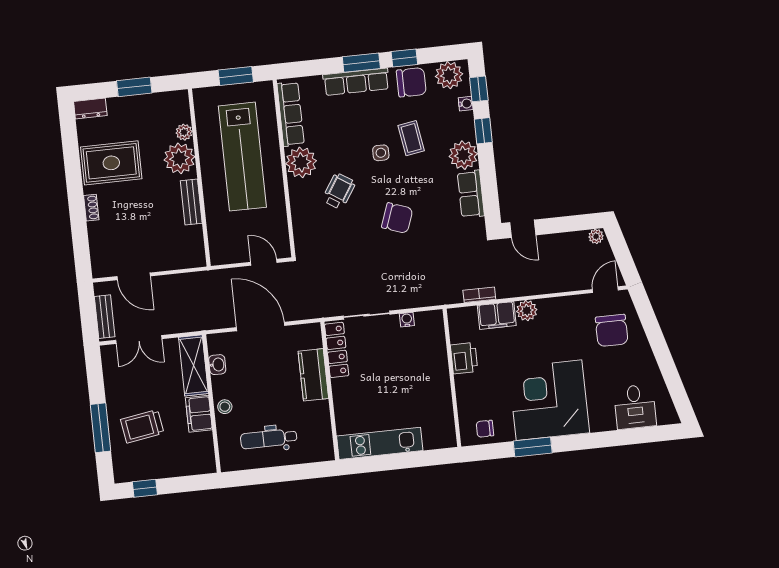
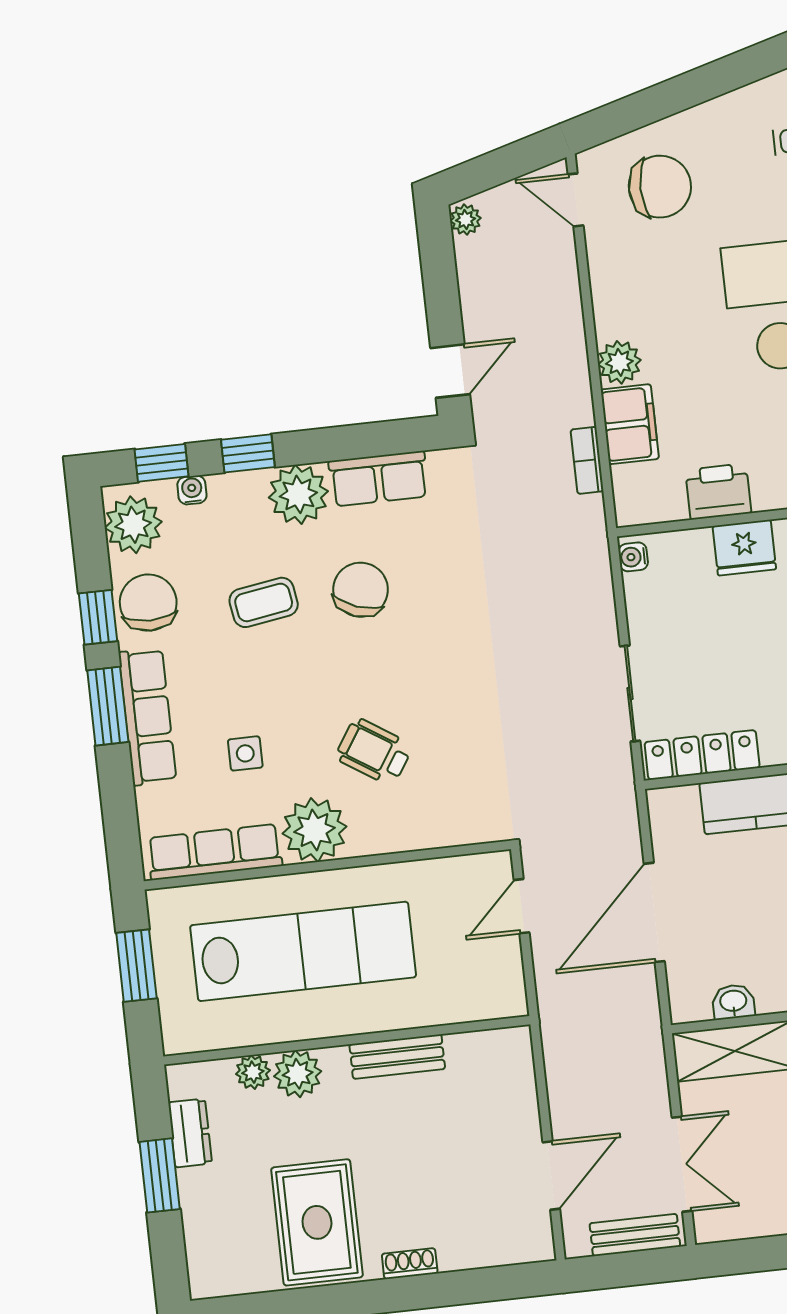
dresser: (90, 109) -> (190, 1133), moved
side table: (381, 153) -> (245, 753), moved
plant: (179, 158) -> (298, 1074), width x0.73, depth x0.73
chair: (397, 218) -> (361, 590), moved
water cooler: (407, 320) -> (633, 557), moved
fridge: (437, 371) -> (744, 548), added

